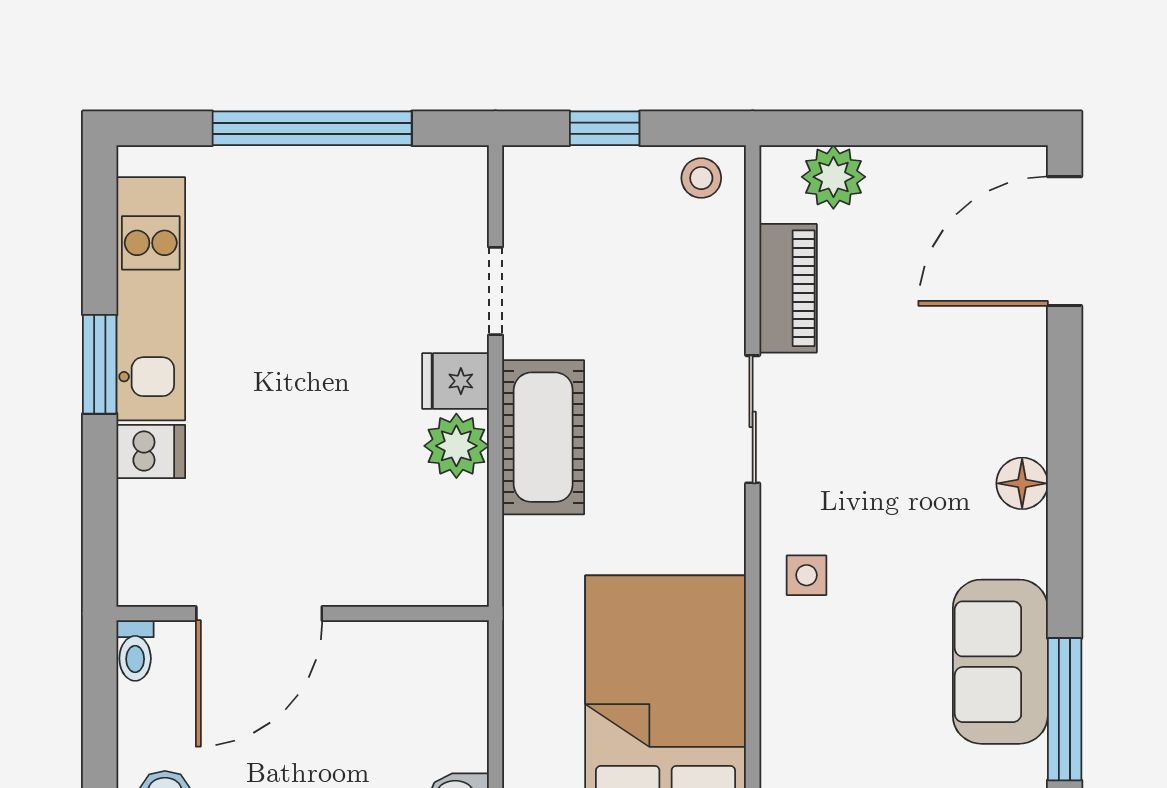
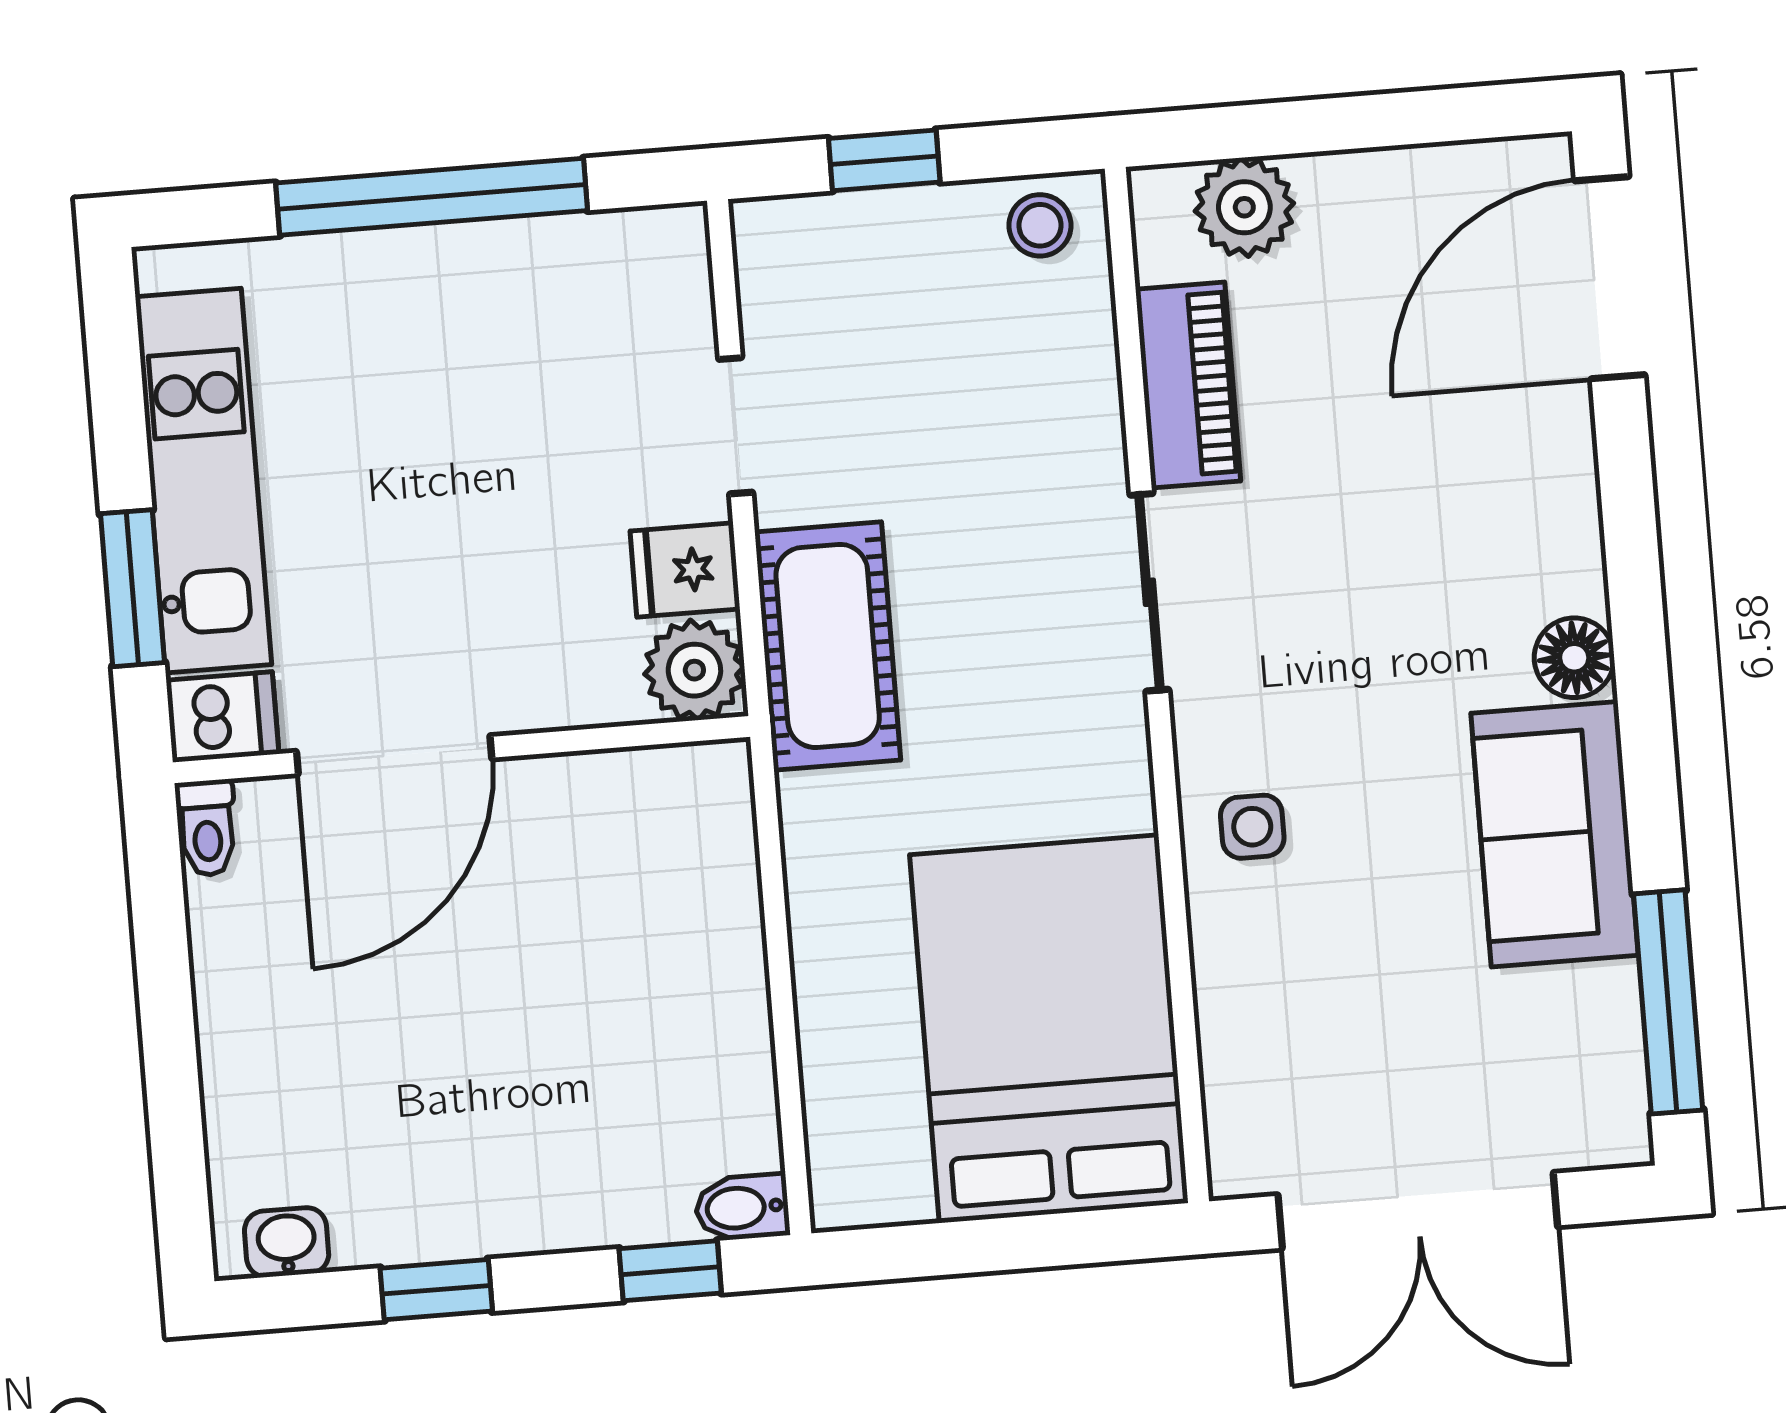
door: (259, 613) -> (394, 755), moved
wall: (303, 613) -> (461, 750), moved
toilet: (135, 651) -> (207, 828), moved
sofa: (1000, 662) -> (1555, 834), moved

